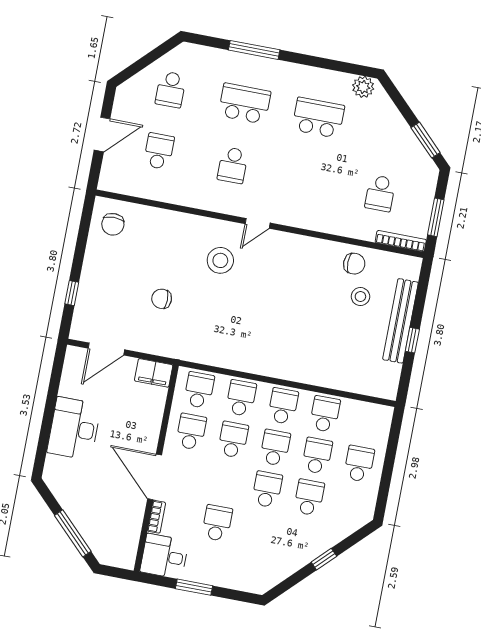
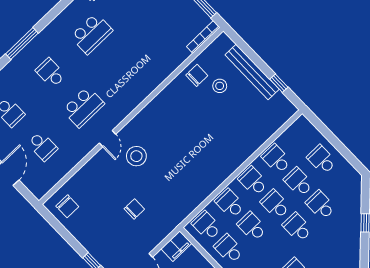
school desk: (244, 104) -> (51, 73), width x0.54
school desk: (318, 118) -> (91, 34), turned 180
school desk: (159, 151) -> (42, 146), turned 180
school desk: (233, 165) -> (83, 107), width x1.85
school desk: (380, 193) -> (165, 29), removed
door: (258, 223) -> (108, 139), moved
chair: (162, 299) -> (134, 209), turned 180
window: (412, 340) -> (279, 83), moved

